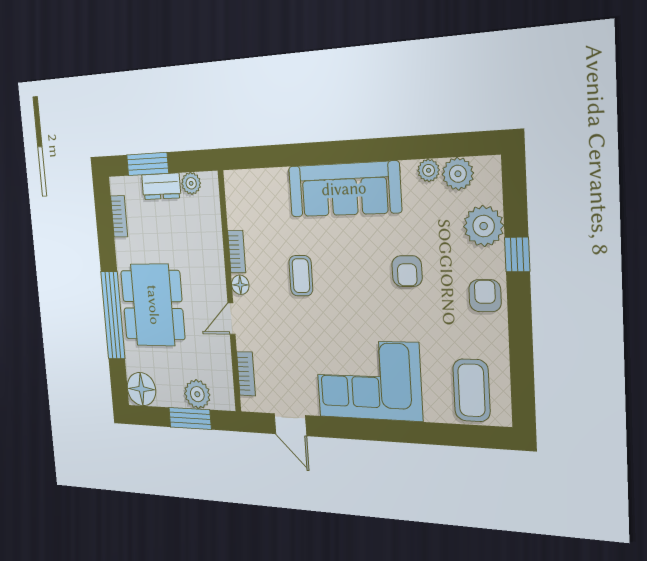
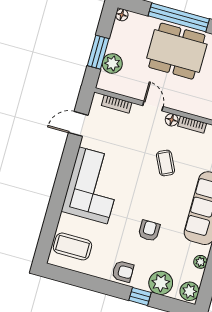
plant: (458, 174) -> (189, 291), moved
armchair: (407, 271) -> (149, 231), turned 90
coffee table: (301, 276) -> (165, 163), turned 64
floor lamp: (141, 389) -> (122, 15), width x0.53, depth x0.53

